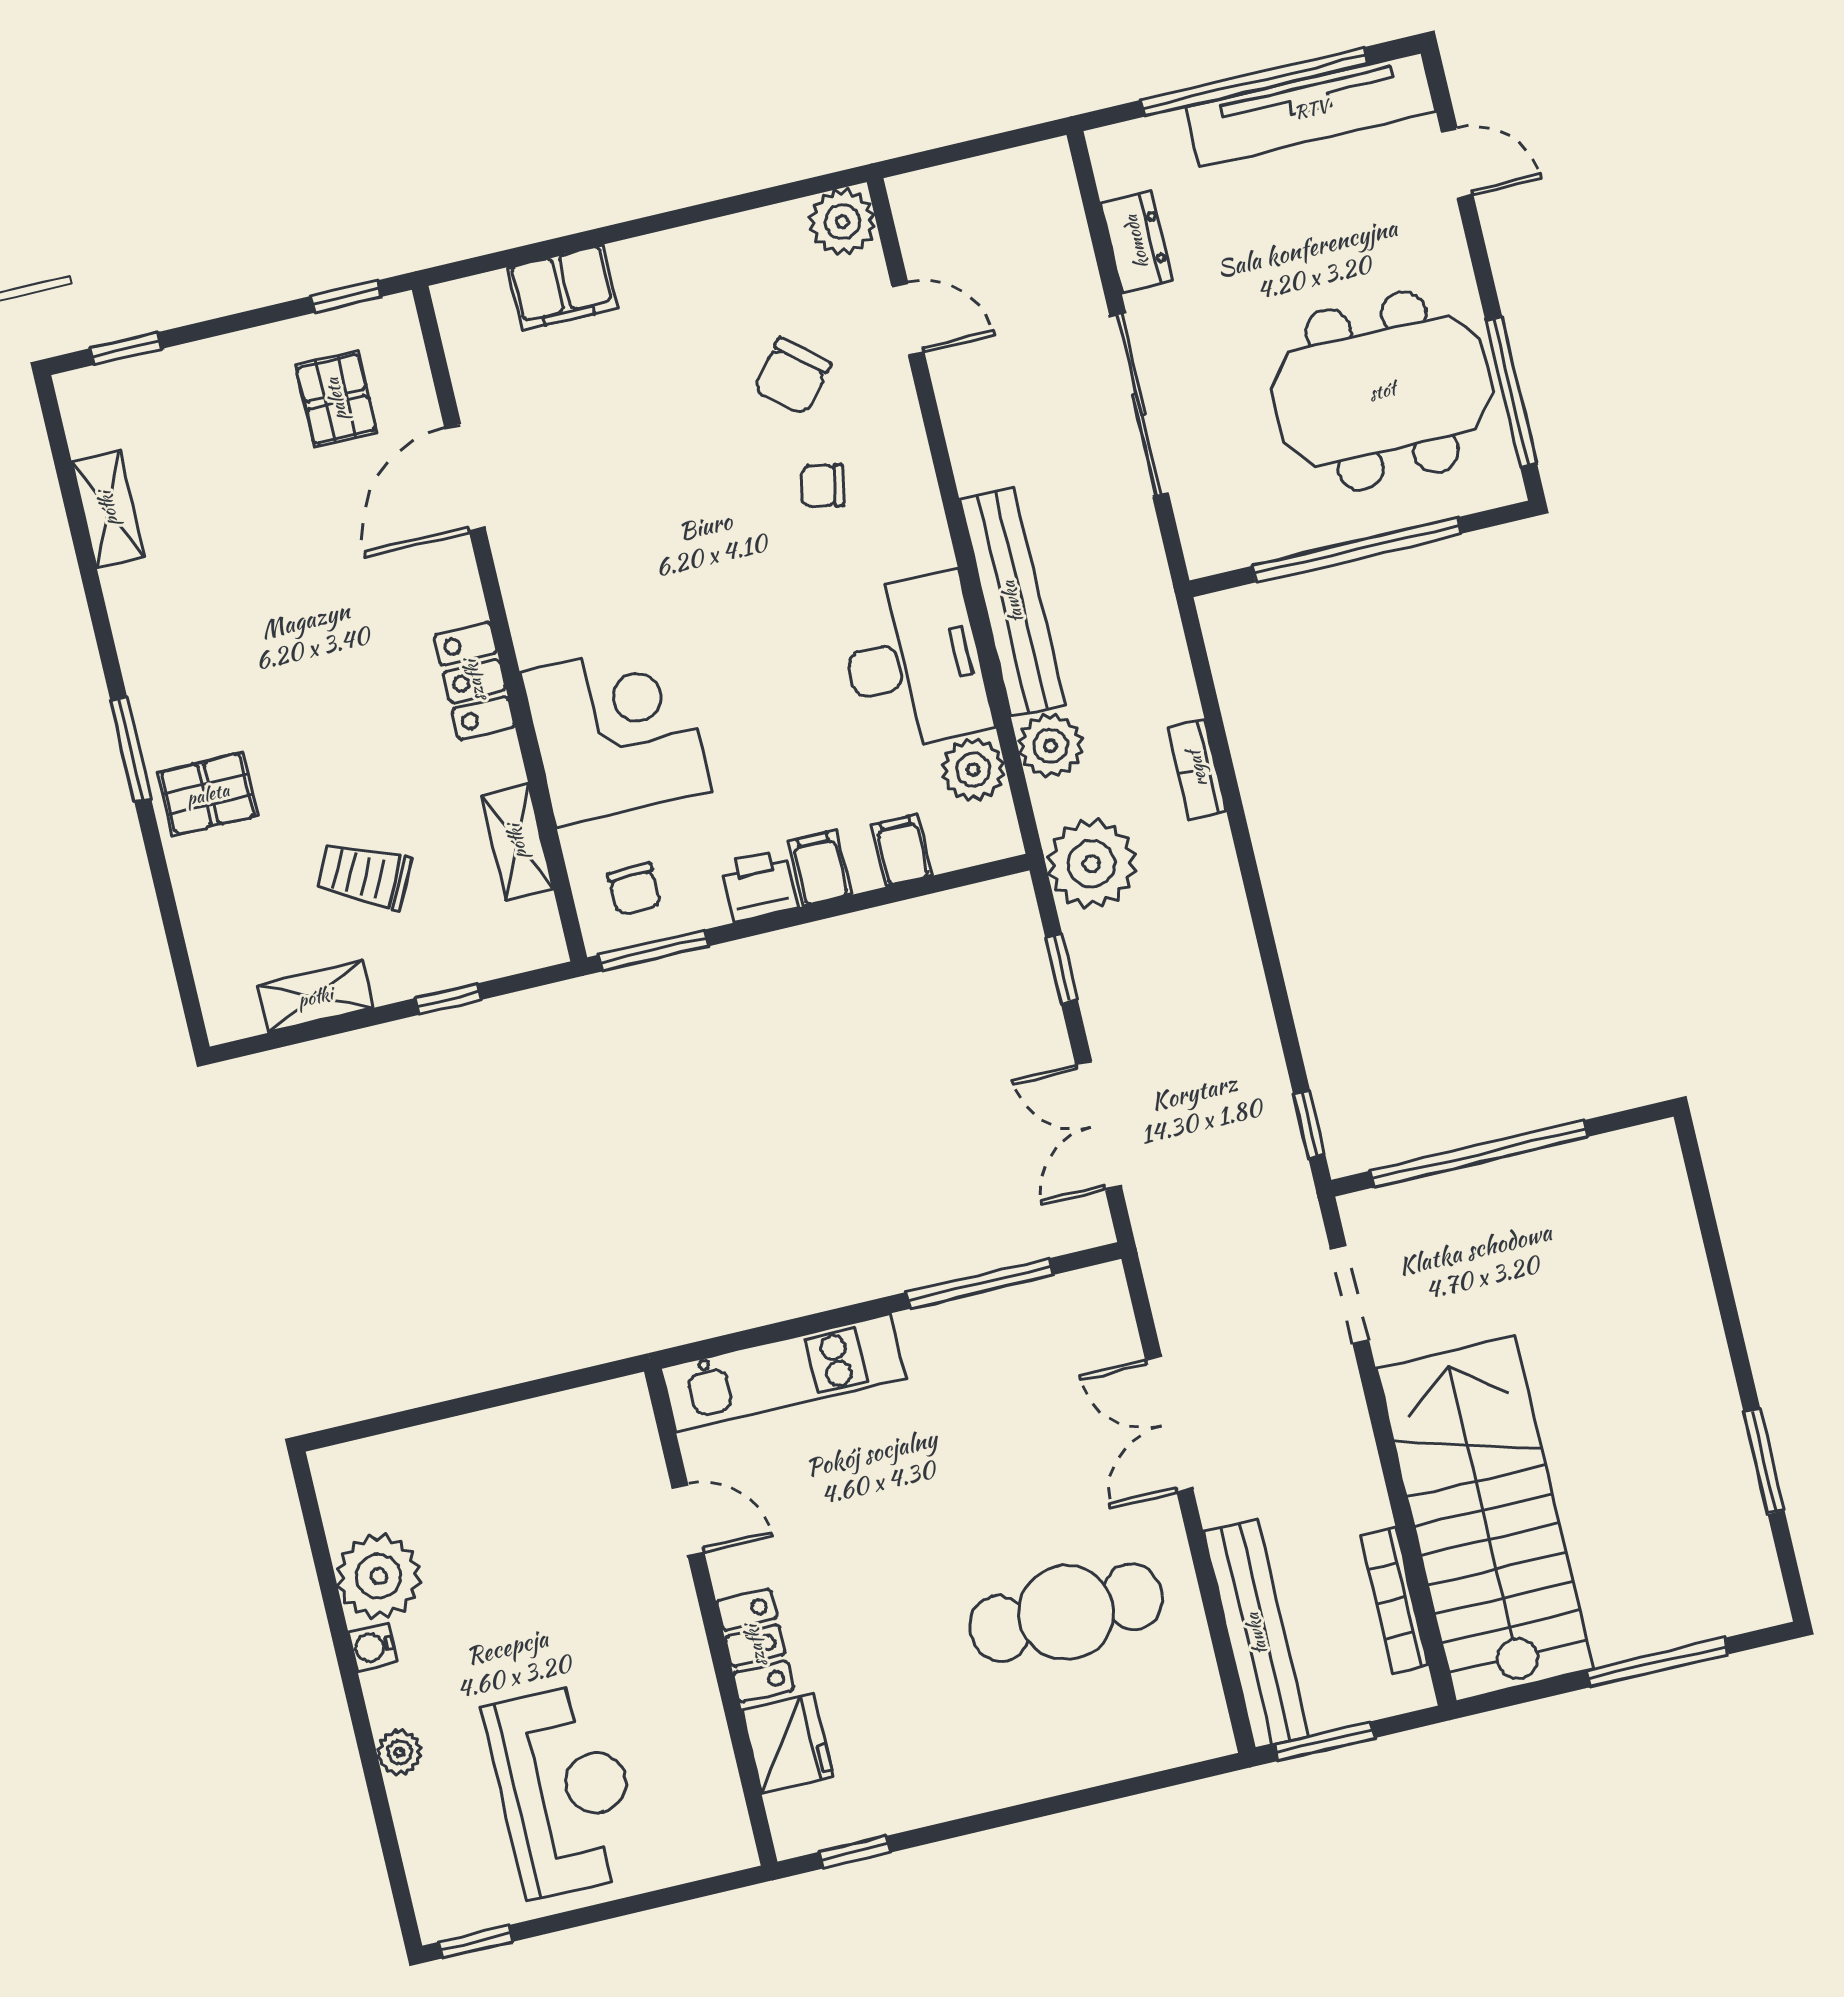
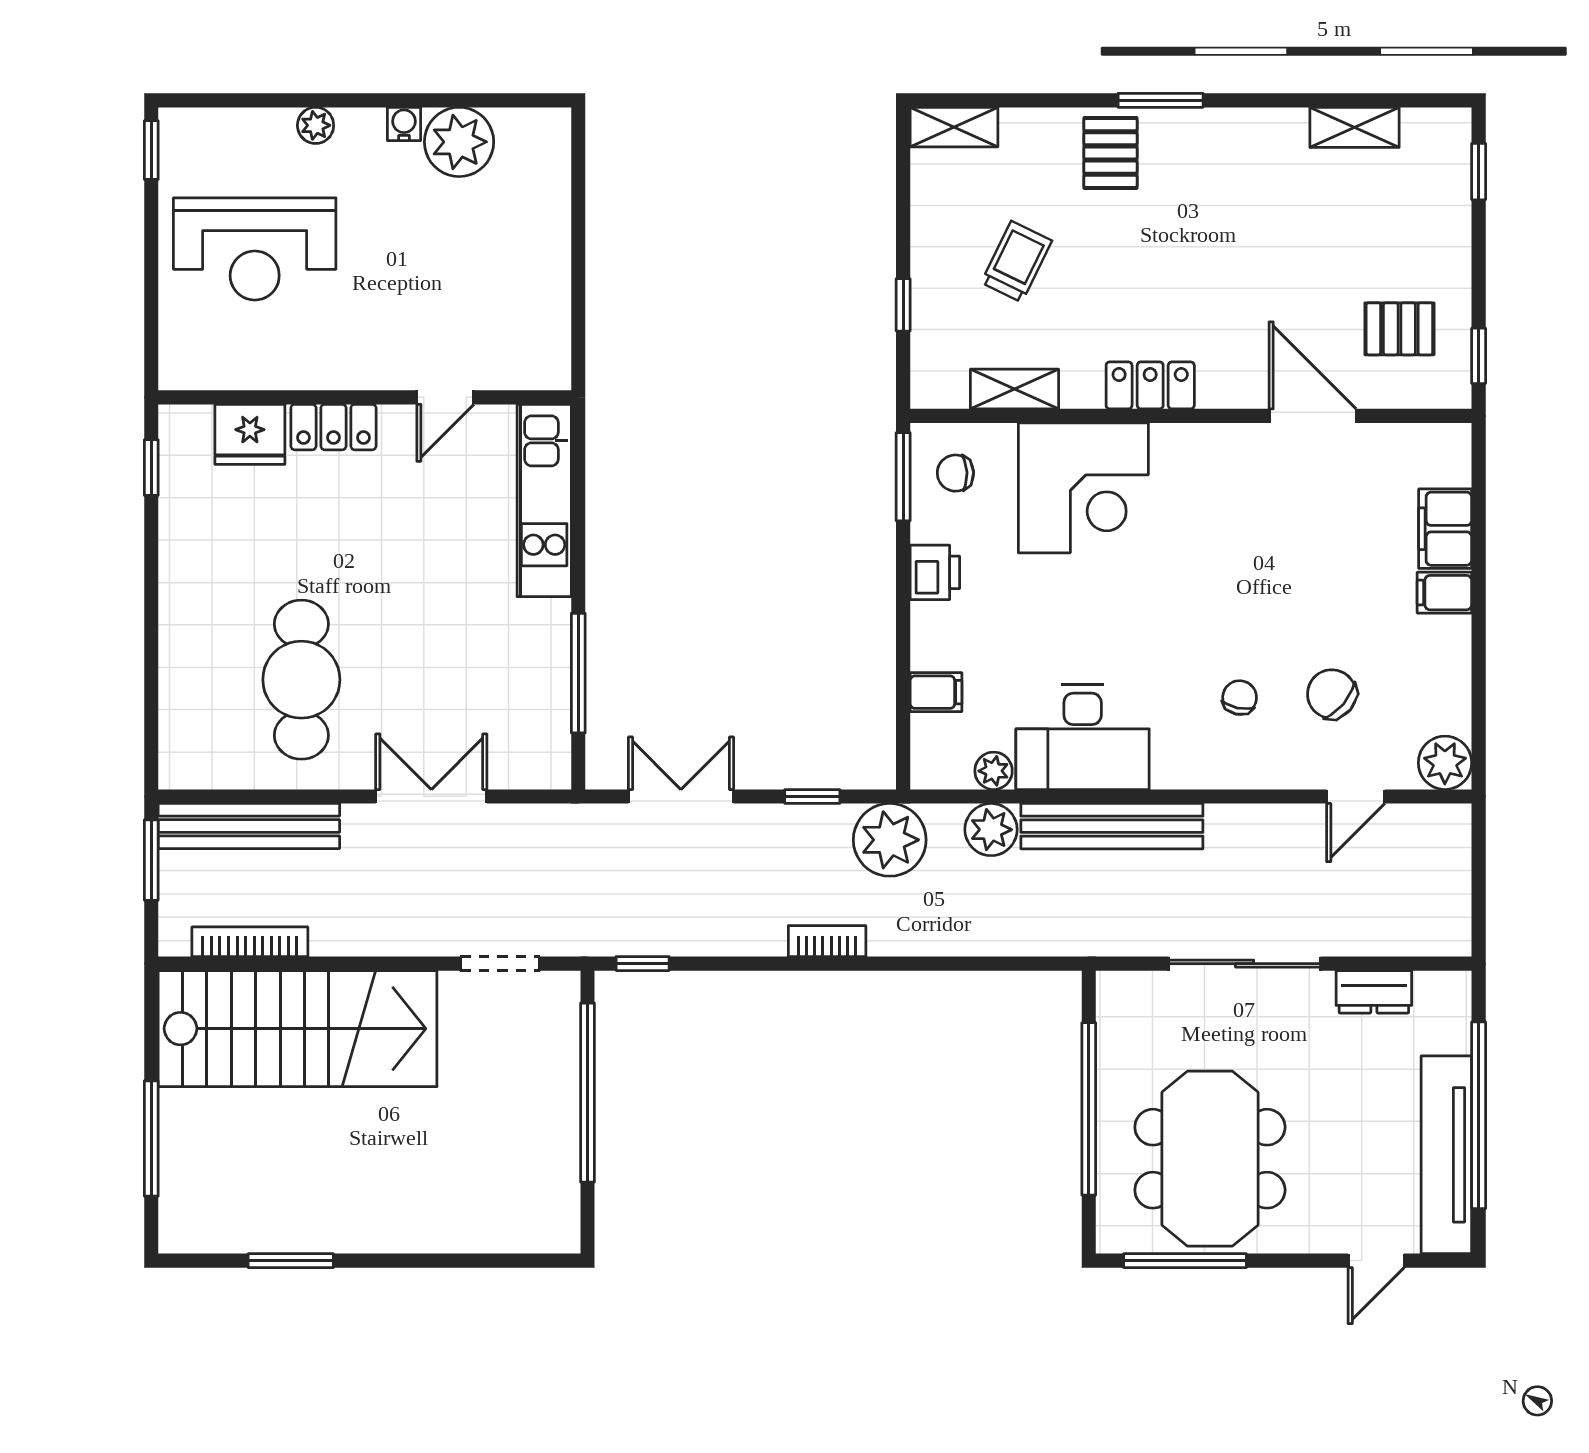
bookcase: (1197, 769) -> (827, 941), moved
plant: (973, 770) -> (994, 771), width x0.73, depth x0.73
filing cabinet: (820, 868) -> (1444, 593), moved, turned 180
shelving: (315, 997) -> (954, 127), moved, turned 90

